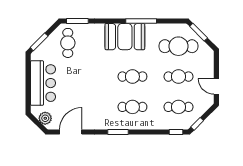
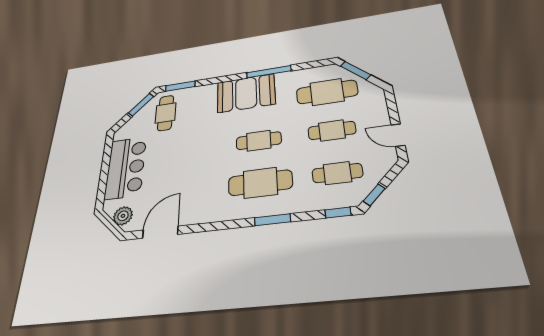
window: (39, 42) -> (141, 105), moved
cafe table: (132, 107) -> (260, 183), width x1.37, depth x1.35
window: (118, 132) -> (272, 220), moved

